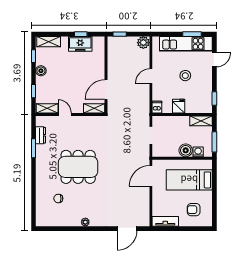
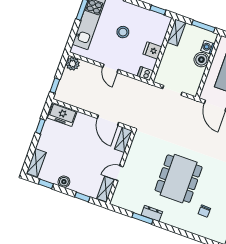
freezer: (80, 44) -> (62, 115), moved, turned 90
dresser: (41, 135) -> (152, 213), moved

